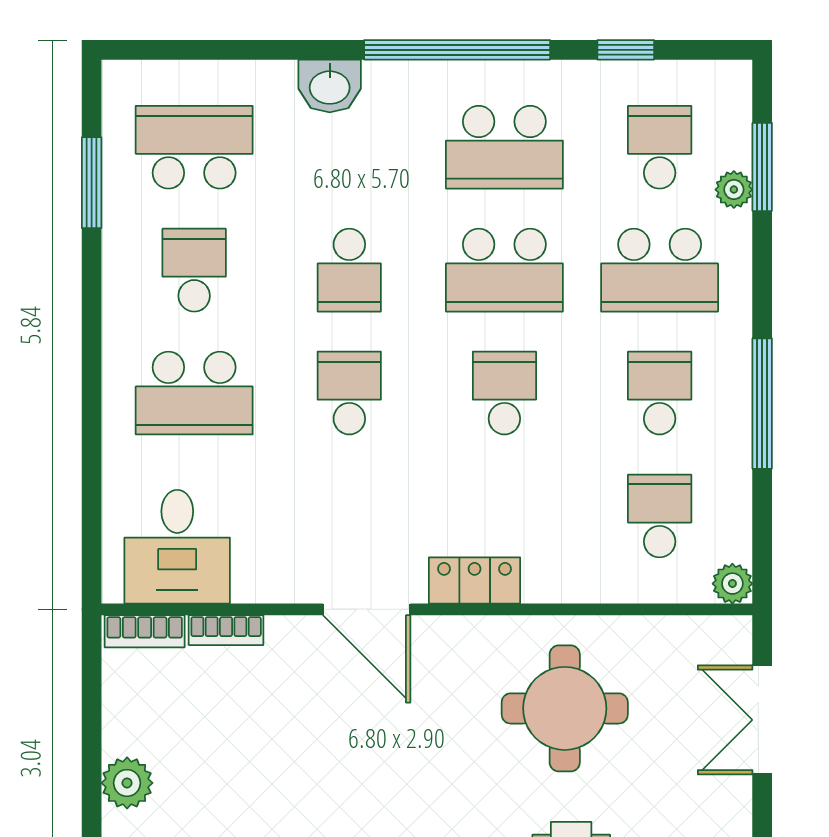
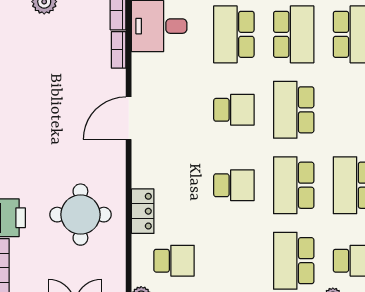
school desk: (194, 270) -> (294, 34), width x1.85
school desk: (349, 270) -> (294, 110), width x1.85
school desk: (660, 393) -> (234, 261), removed
locker: (475, 580) -> (143, 211), moved

